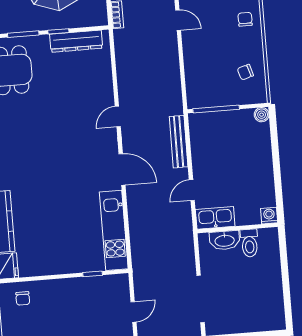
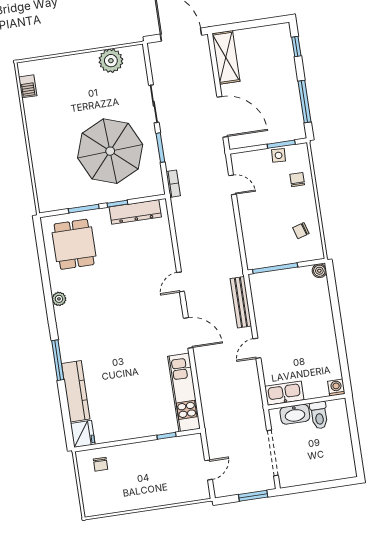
washing machine: (269, 216) -> (336, 387), moved
kitchen sink: (215, 218) -> (284, 393), moved
wall: (237, 228) -> (306, 402), moved
washbasin: (225, 240) -> (295, 414), moved
toilet: (249, 243) -> (319, 415), moved

